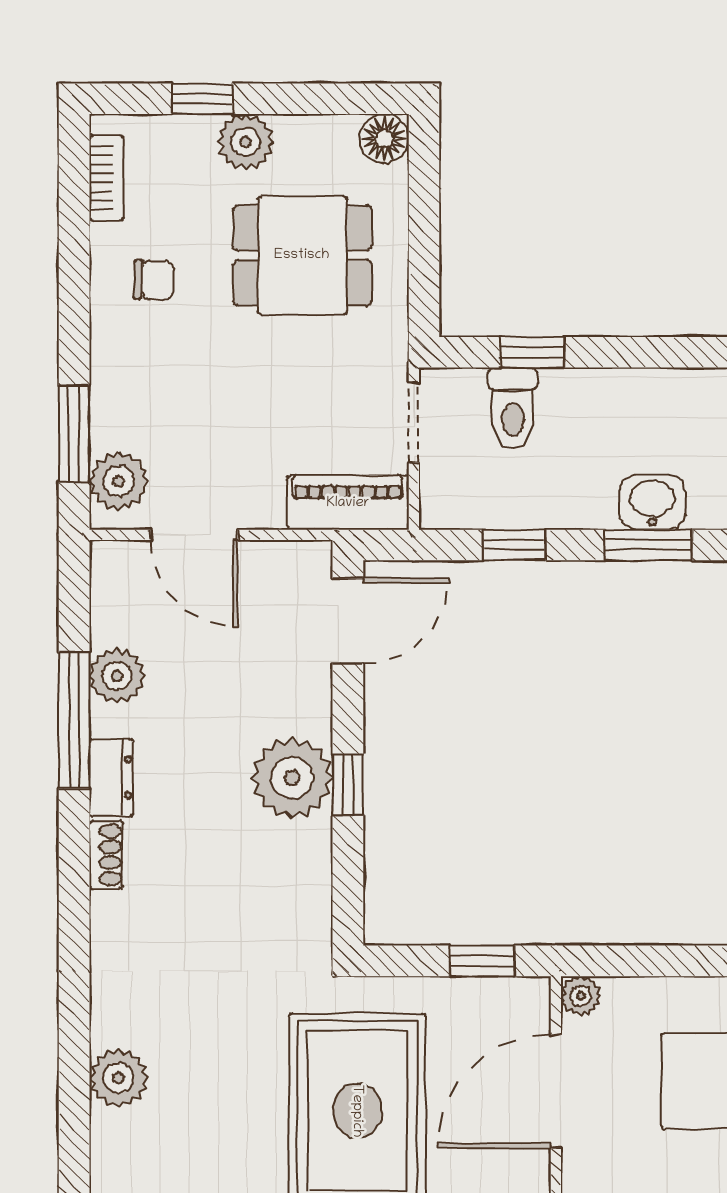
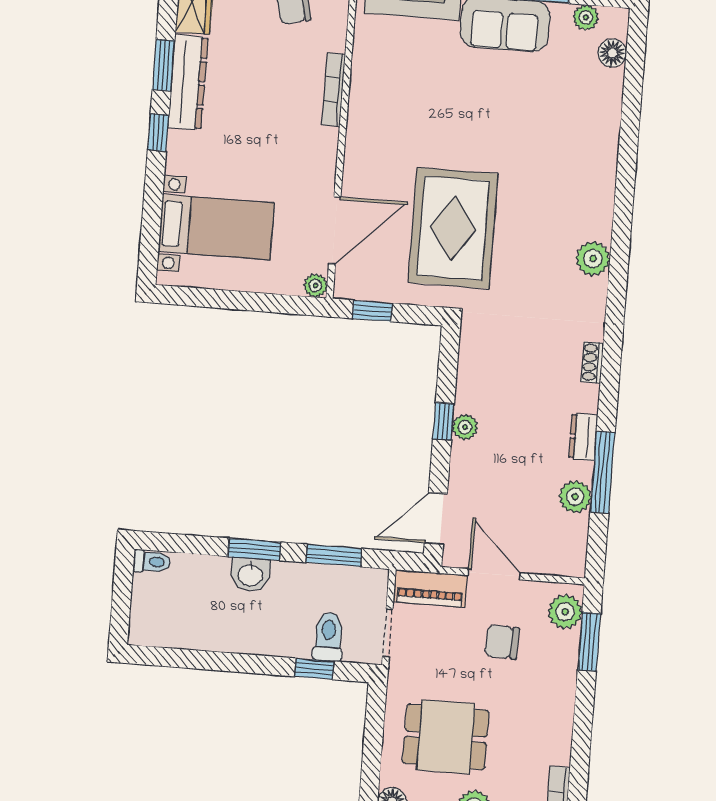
chair: (154, 280) -> (502, 642), moved, width x1.37, depth x1.37
door: (194, 535) -> (494, 574), moved
window: (514, 545) -> (334, 556), width x1.50
plant: (292, 778) -> (465, 427), width x0.53, depth x0.53
shoe rack: (106, 855) -> (592, 362), moved

